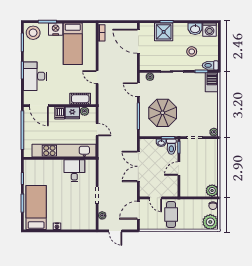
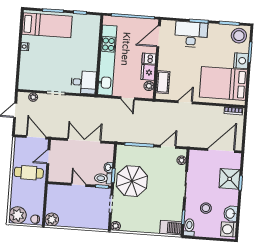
bed: (73, 44) -> (223, 83), width x1.50
parasol: (163, 113) -> (132, 181), moved
door: (97, 130) -> (128, 98), hinge flipped
desk: (74, 171) -> (83, 82), moved

